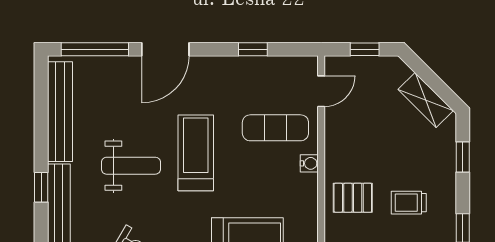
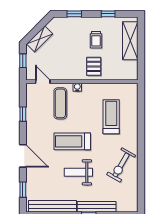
window: (95, 49) -> (23, 190), width x0.46
shelving: (426, 100) -> (40, 39), moved
weight bench: (131, 166) -> (78, 172), turned -90

